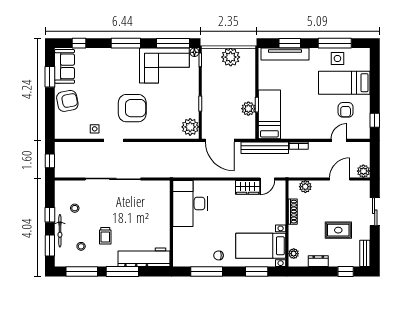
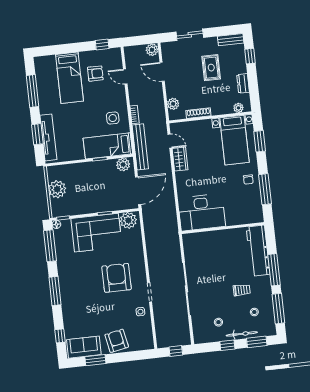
side table: (337, 58) -> (113, 118), moved
corner sofa: (164, 66) -> (96, 233), moved, turned 90
plant: (248, 109) -> (123, 165), moved

